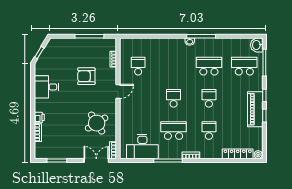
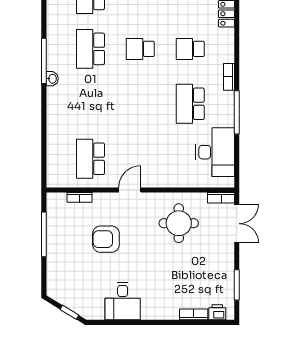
school desk: (138, 66) -> (90, 159), width x1.85
armchair: (86, 76) -> (106, 239), turned 90
door: (118, 92) -> (130, 190), hinge flipped
school desk: (174, 98) -> (140, 104), removed
printer: (39, 117) -> (217, 312), moved
round table: (97, 123) -> (179, 223), turned 32
double door: (96, 160) -> (237, 224), swing flipped

